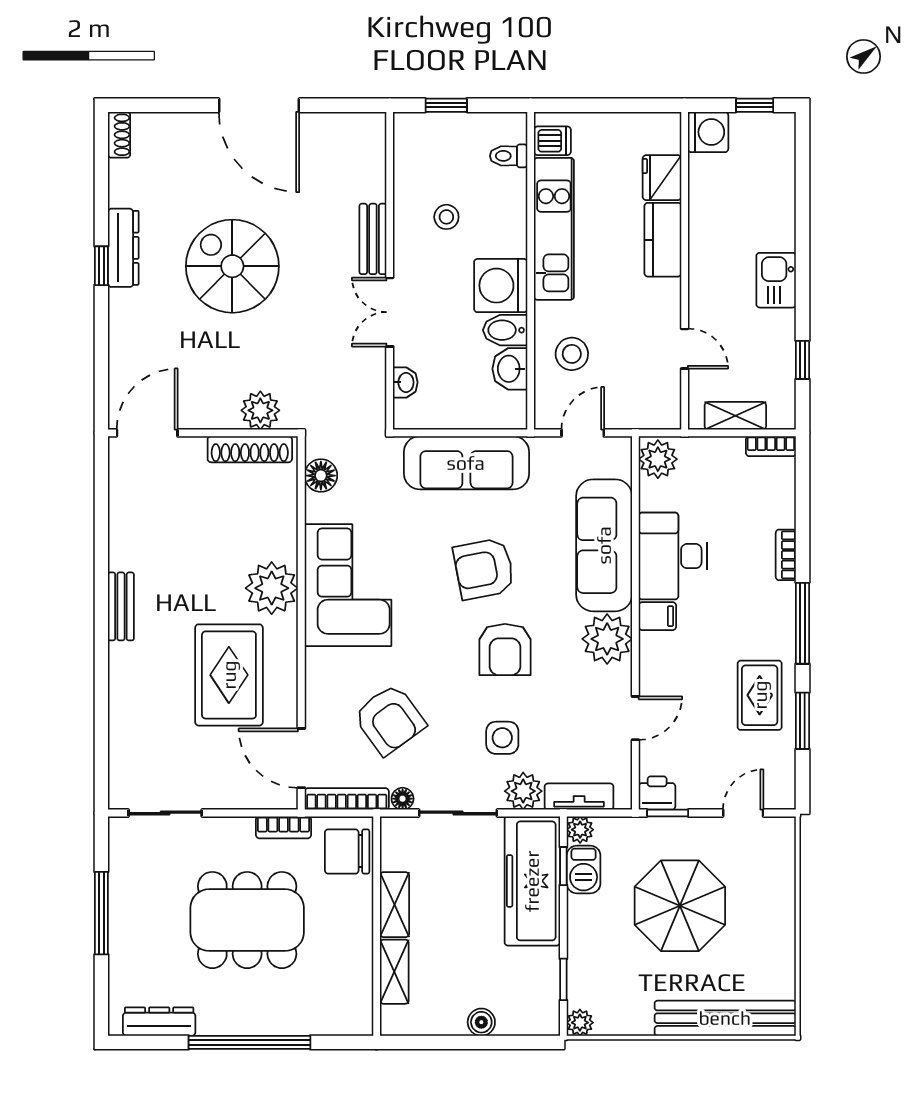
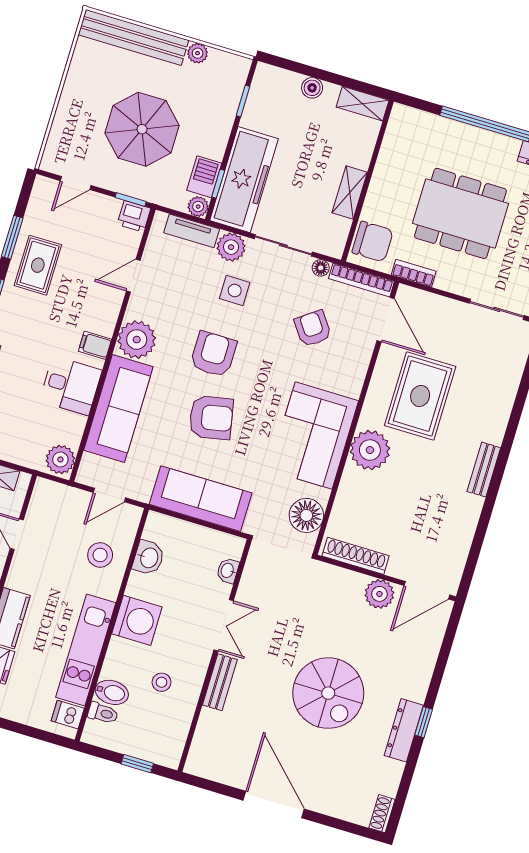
bidet: (505, 330) -> (112, 692), moved
plant: (260, 410) -> (379, 594), moved
floor lamp: (321, 476) -> (306, 515), width x1.38, depth x1.38
desk: (673, 556) -> (71, 386), width x0.73
armchair: (389, 719) -> (313, 328), width x0.72, depth x0.72
shelving: (394, 972) -> (363, 104), moved, turned 90
plant: (580, 1023) -> (198, 53), moved

